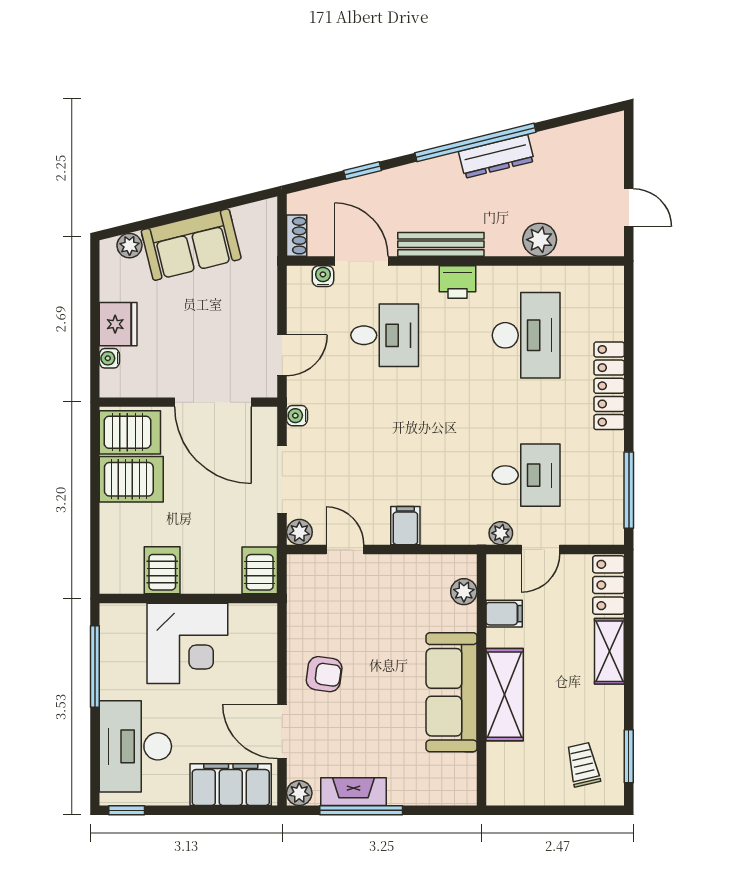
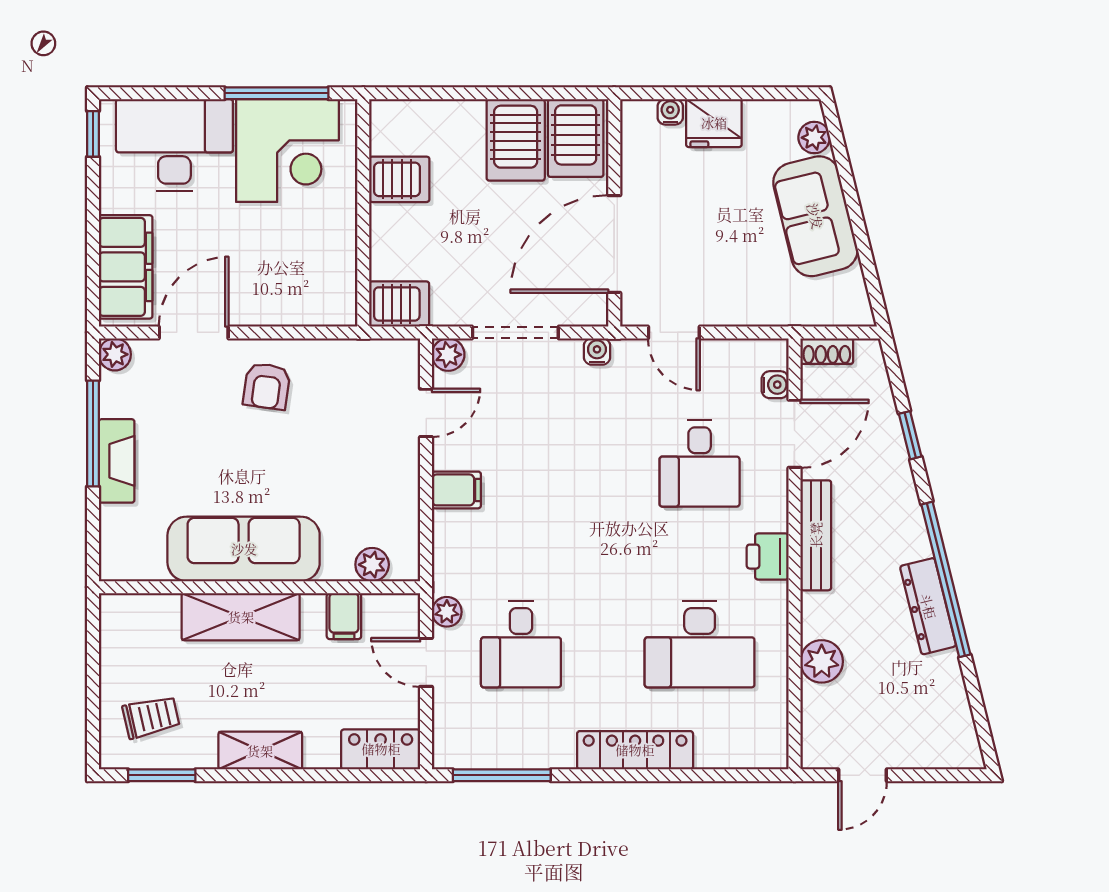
corner desk: (187, 643) -> (287, 151), moved, turned -90
shelving: (609, 651) -> (260, 751), moved
fireplace: (353, 792) -> (117, 461), moved

